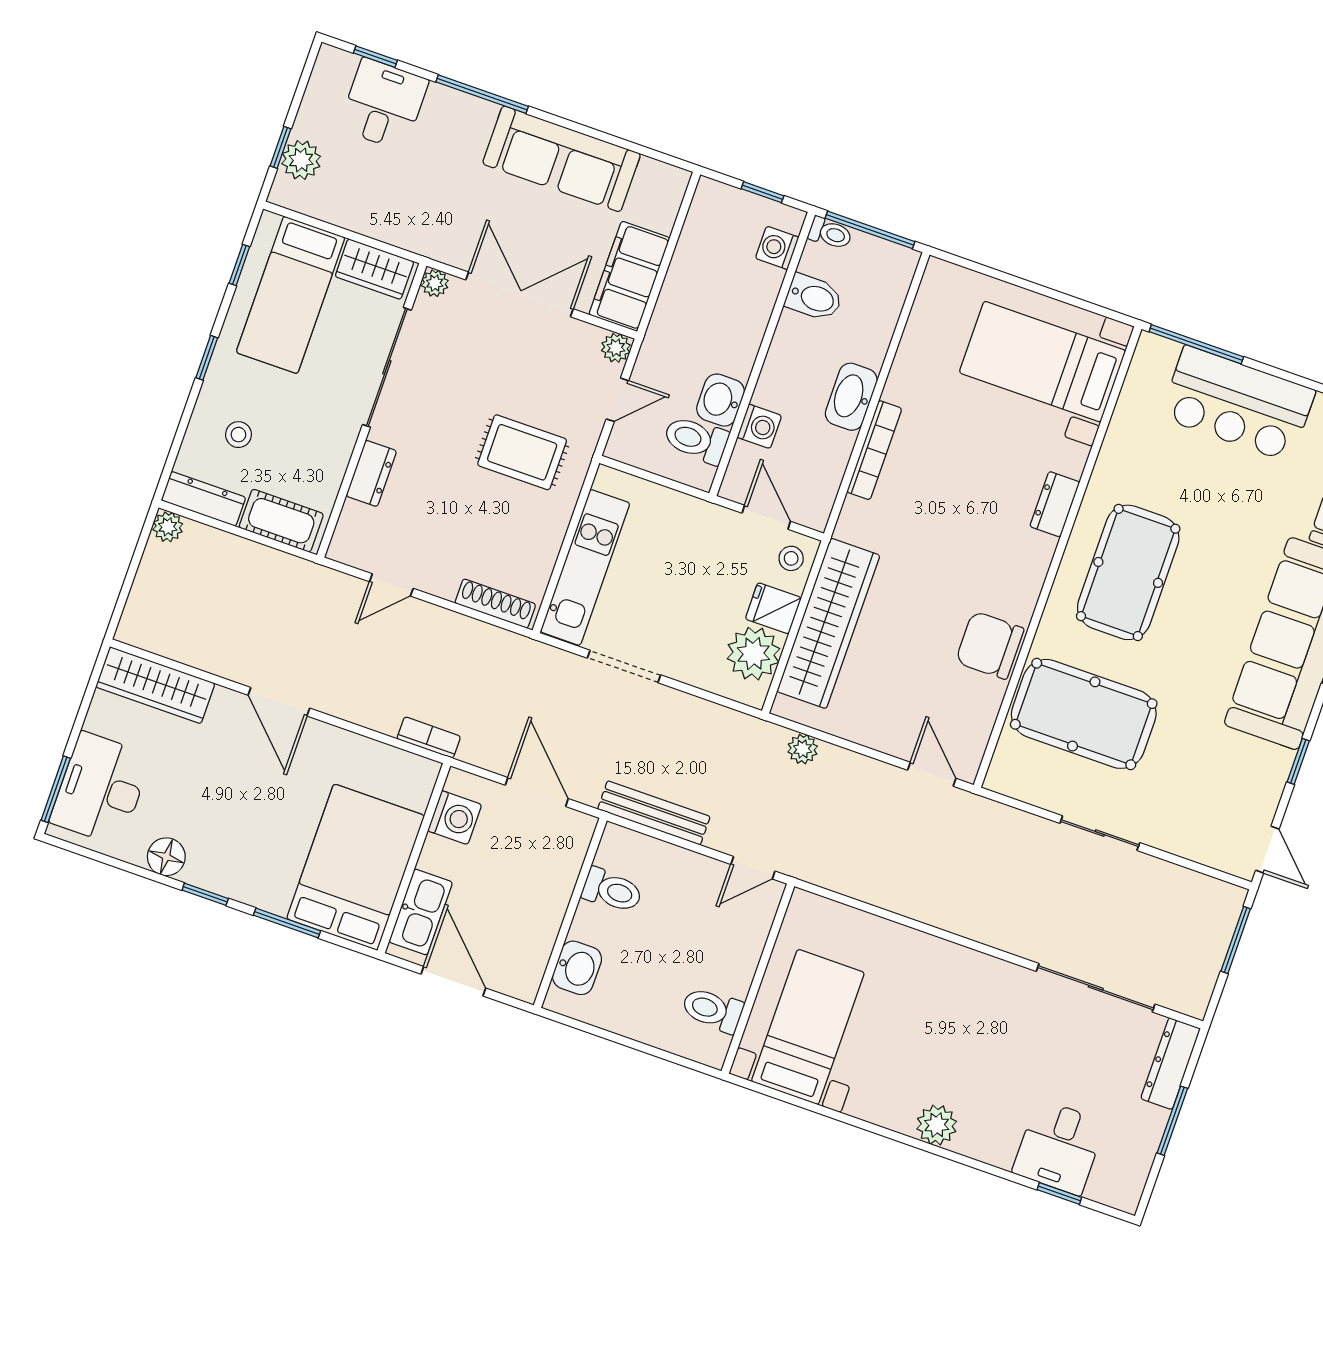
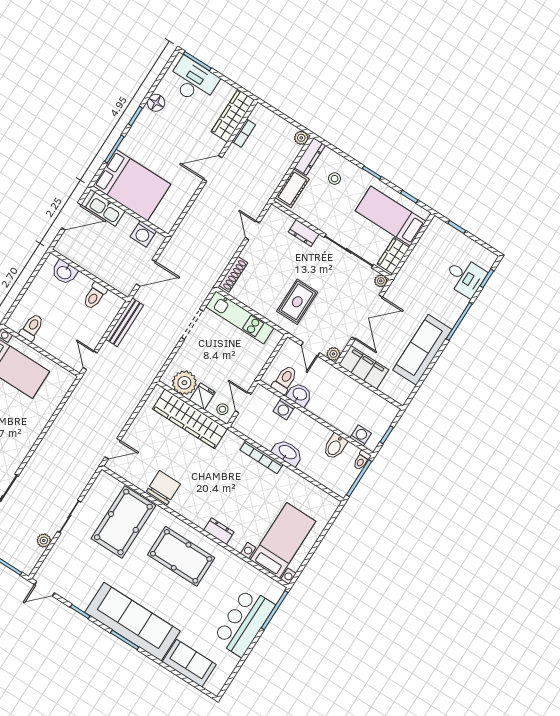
plant: (301, 160) -> (449, 235), removed
door: (766, 517) -> (243, 403), swing flipped
bookcase: (429, 738) -> (244, 133), moved
plant: (803, 749) -> (44, 540), moved

